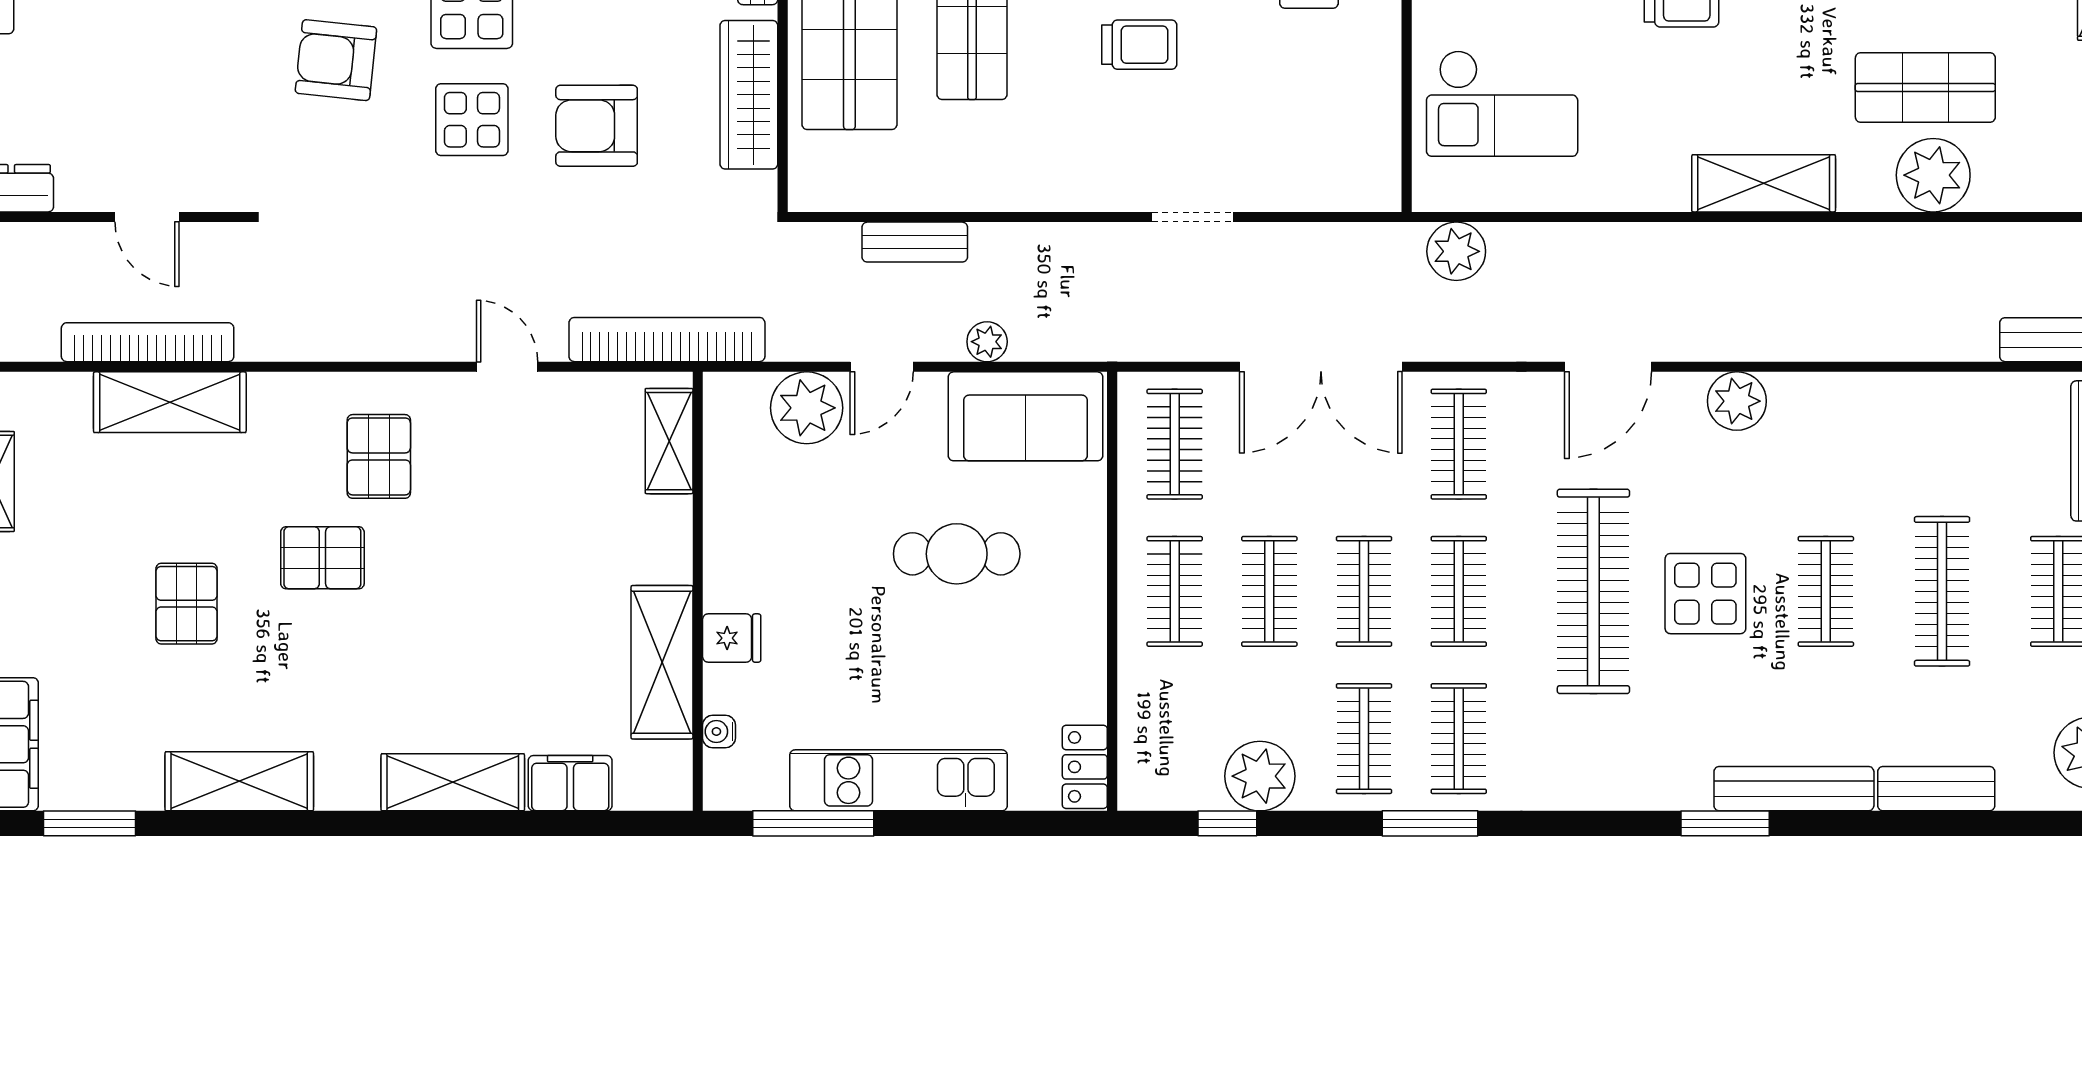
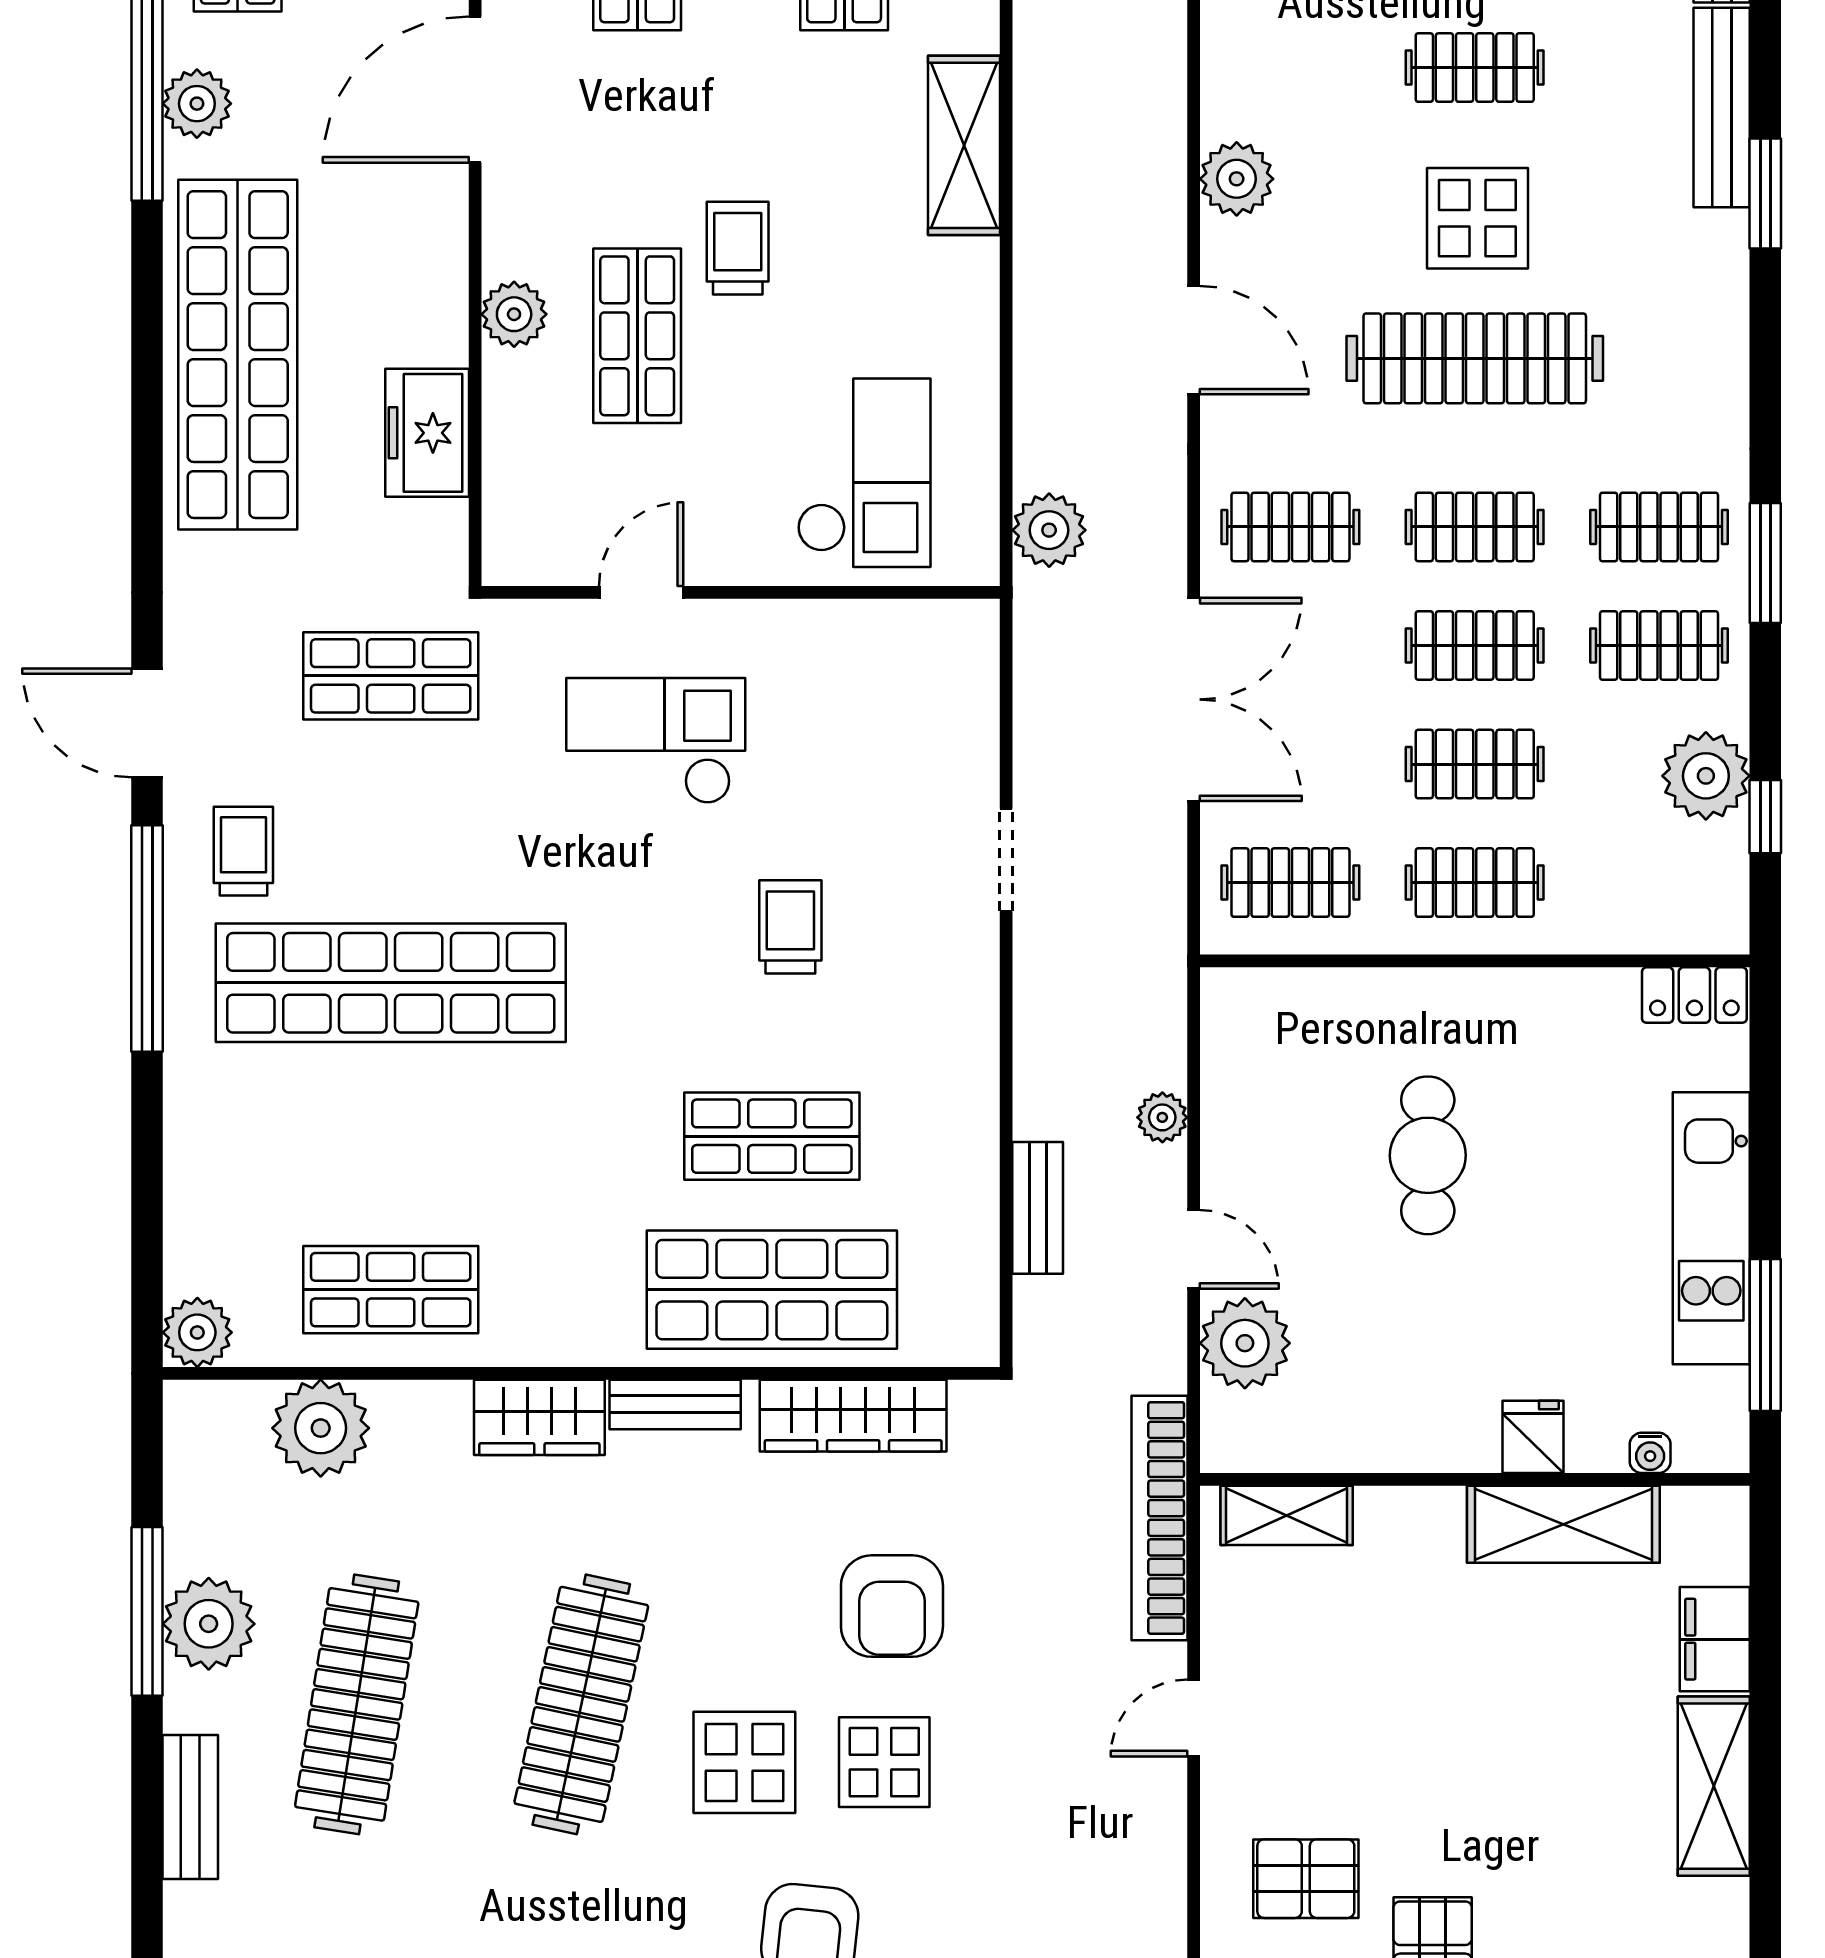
sofa: (1025, 416) -> (1256, 1069), removed

